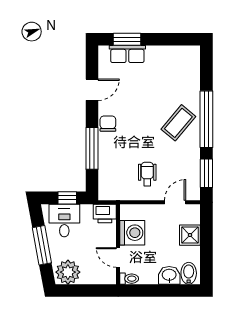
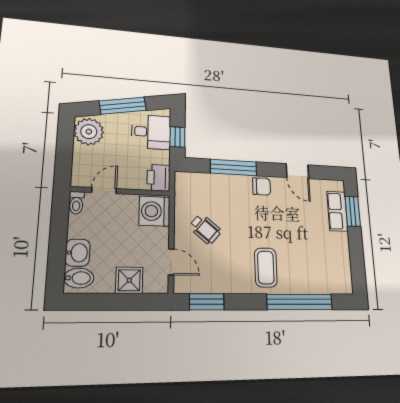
window: (206, 119) -> (300, 302), moved
coffee table: (178, 123) -> (266, 267), turned 50
wheelchair: (147, 174) -> (205, 229), turned 40
washing machine: (132, 233) -> (154, 211), moved, turned 90

